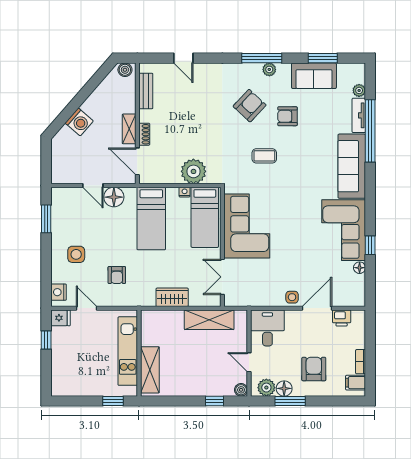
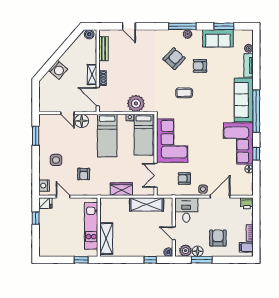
window: (370, 131) -> (256, 111), moved
armchair: (264, 282) -> (184, 179), added
printer: (342, 318) -> (247, 203), moved

